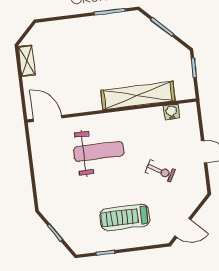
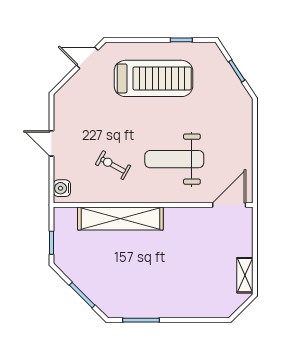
water cooler: (172, 112) -> (62, 188), moved, turned 90
door: (48, 118) -> (229, 205), swing flipped
exercise bike: (160, 171) -> (113, 165), moved
treadmill: (125, 217) -> (153, 78), width x1.37, depth x1.38

